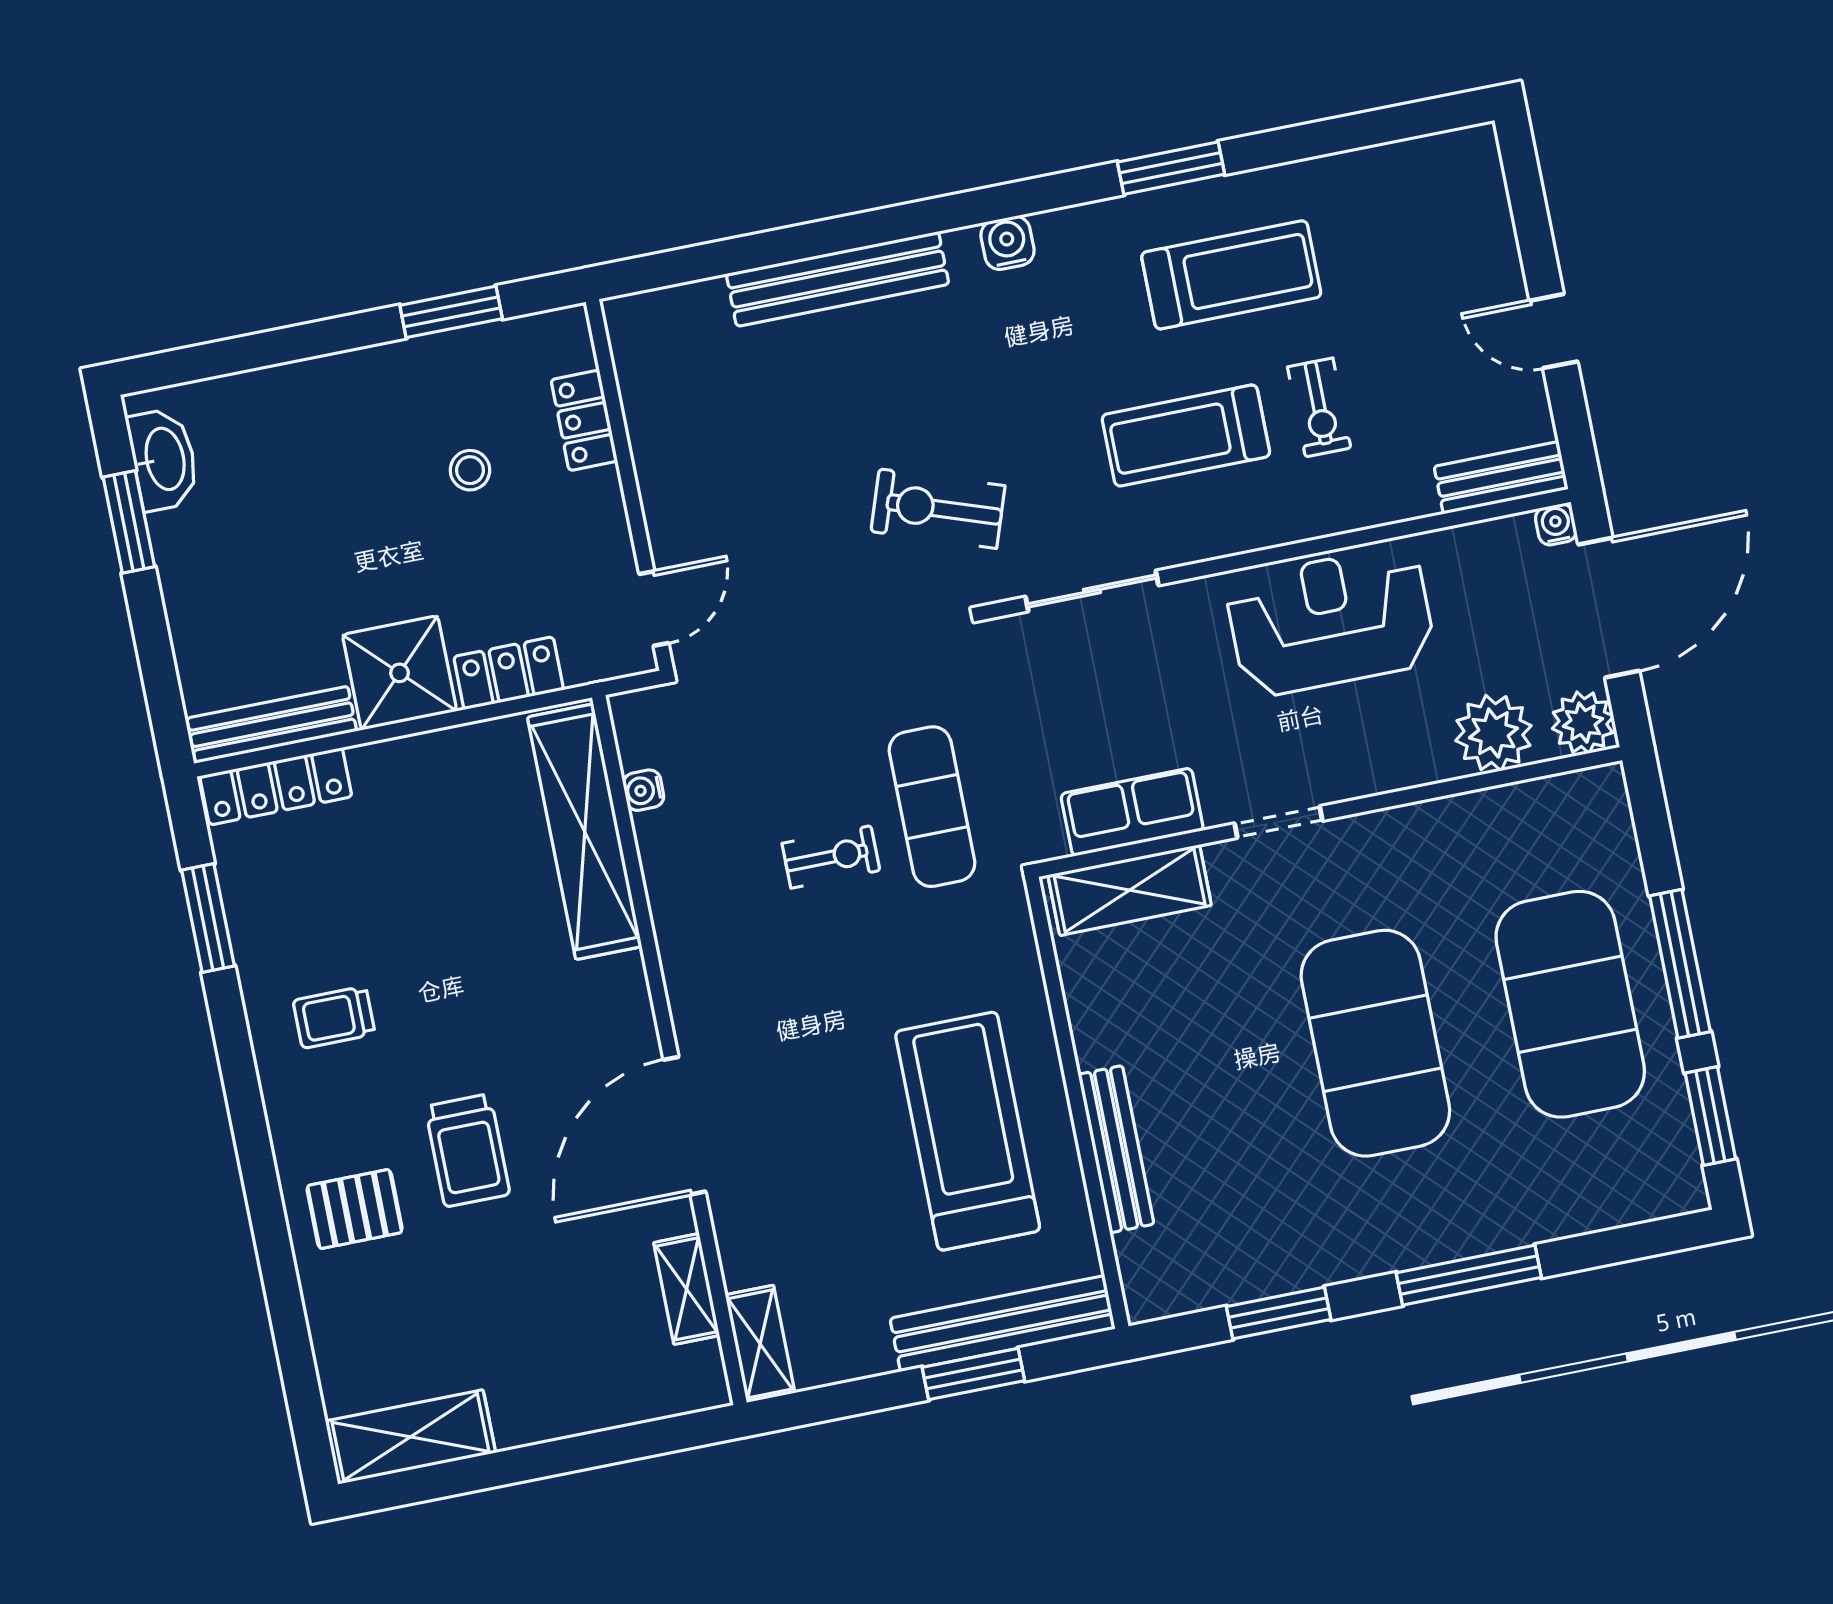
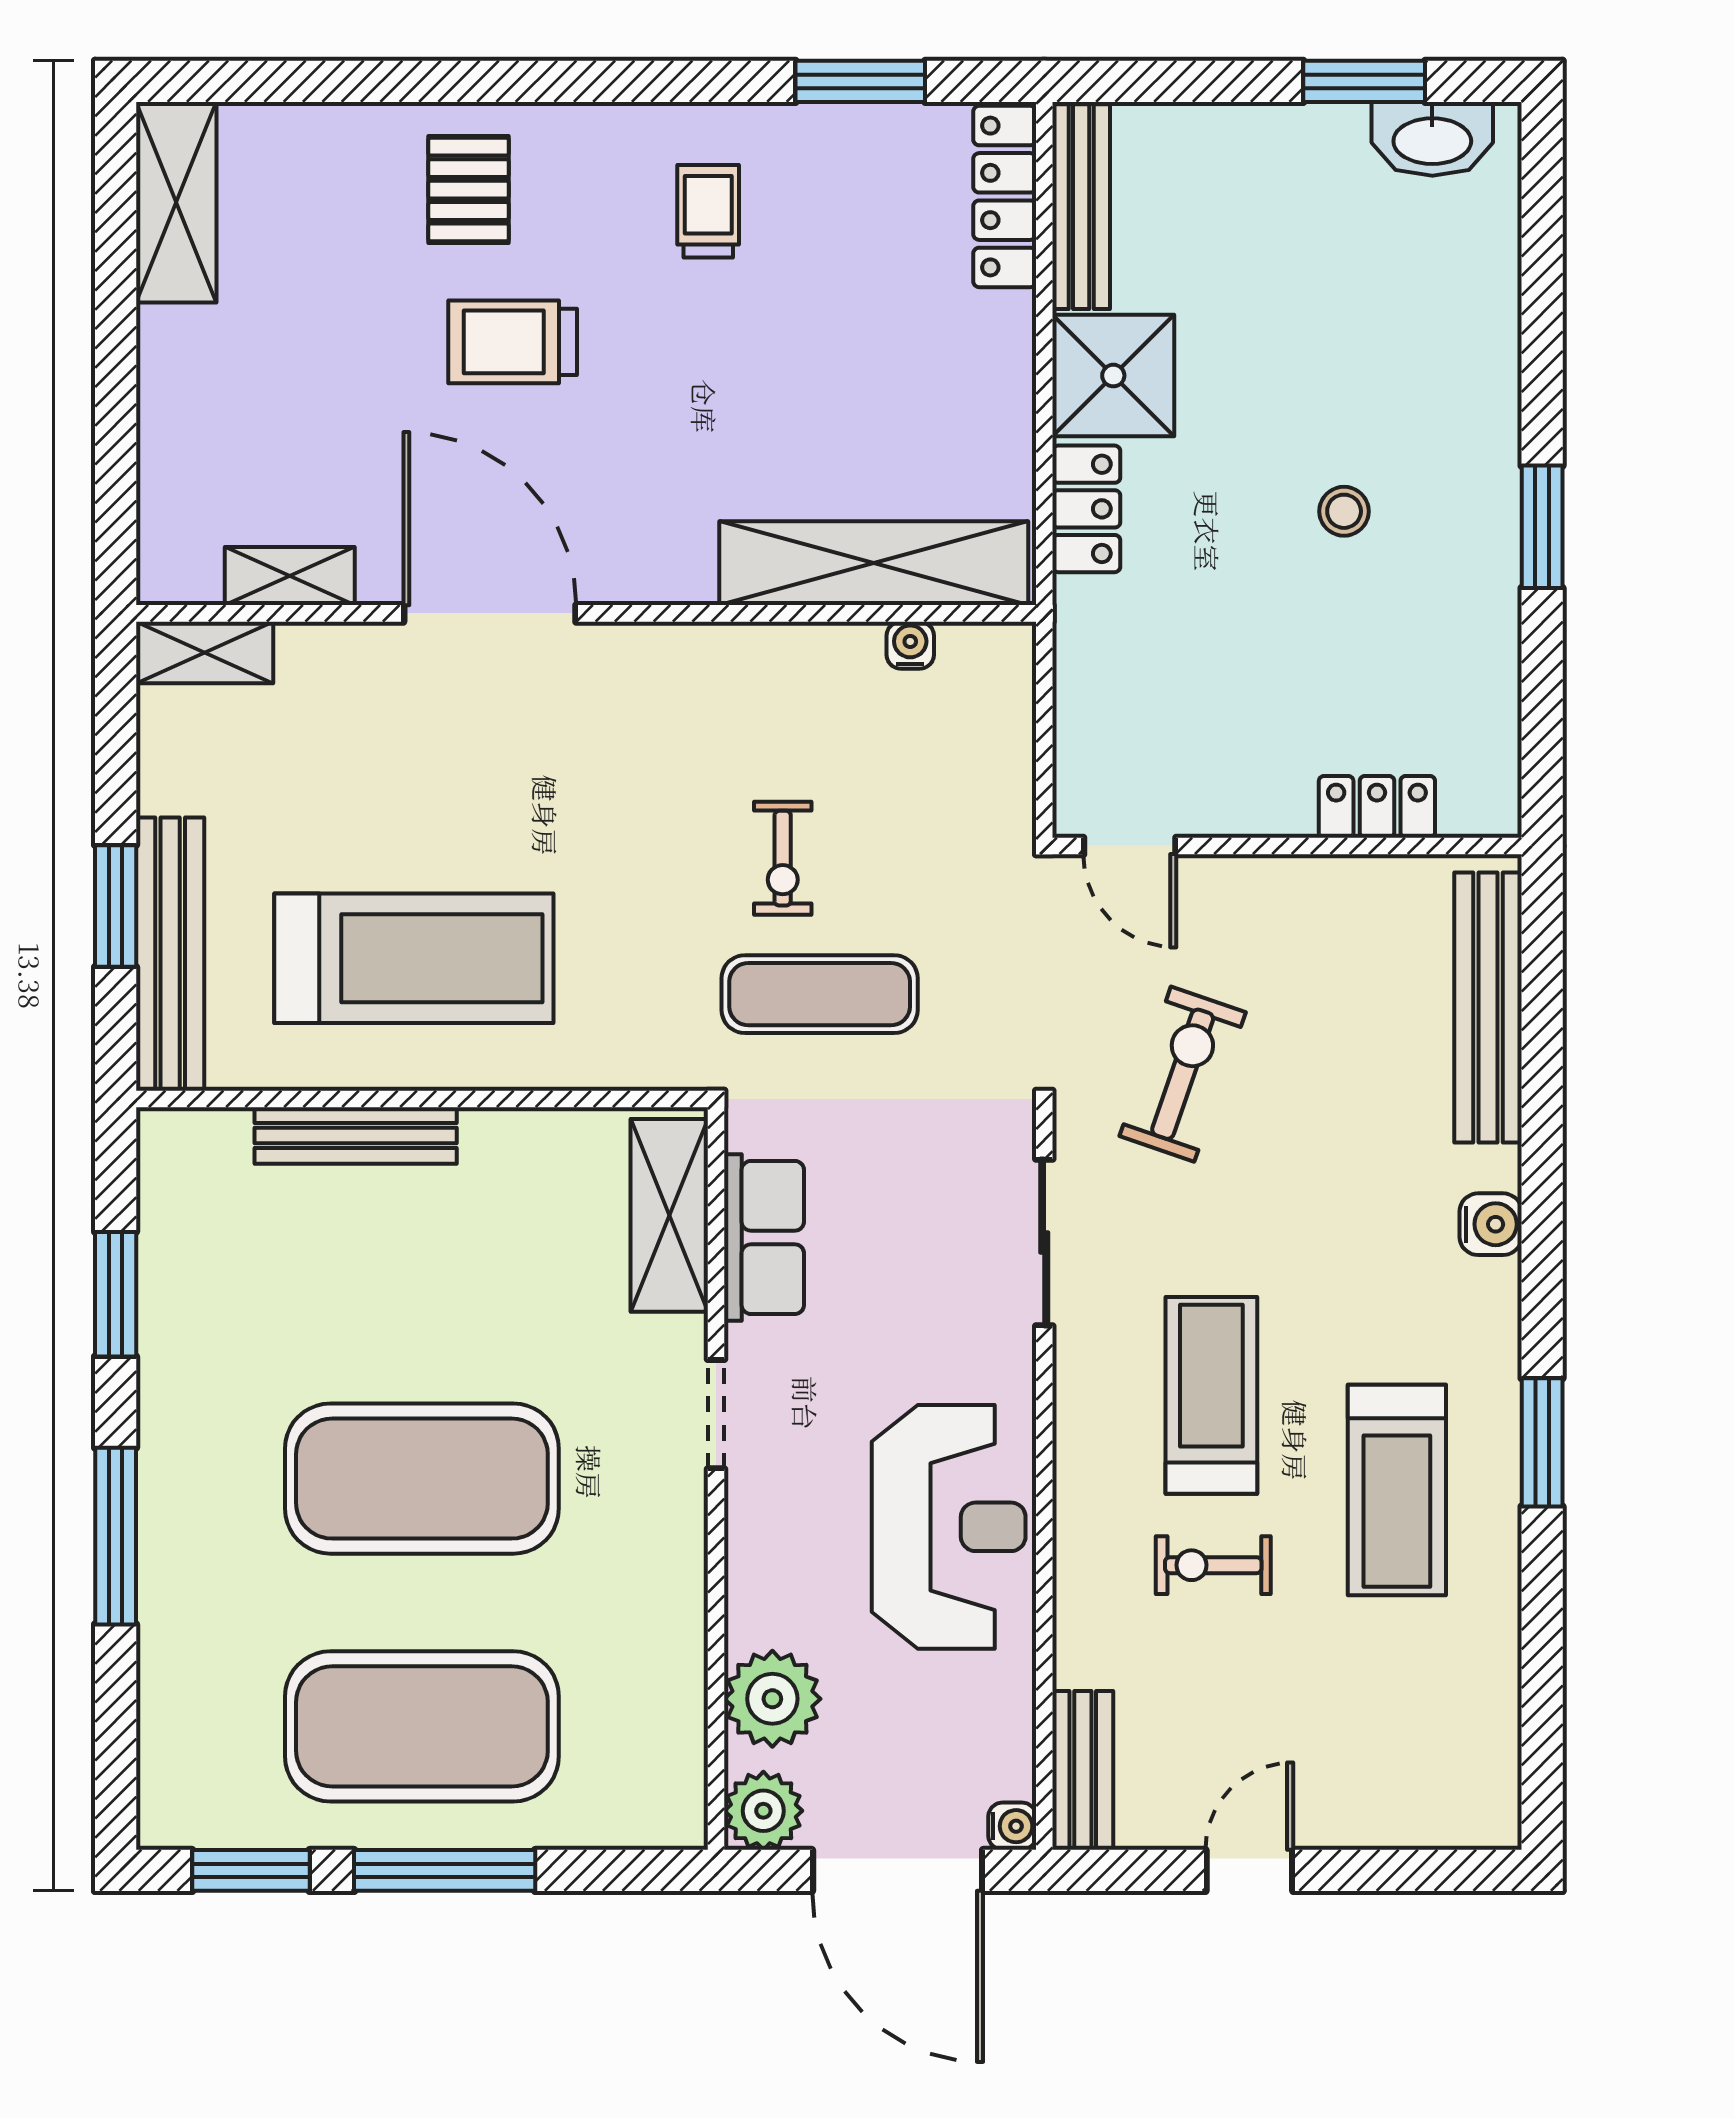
locker: (584, 420) -> (1377, 807), moved
wall: (629, 485) -> (1287, 846), moved
door: (654, 609) -> (1130, 846), moved

